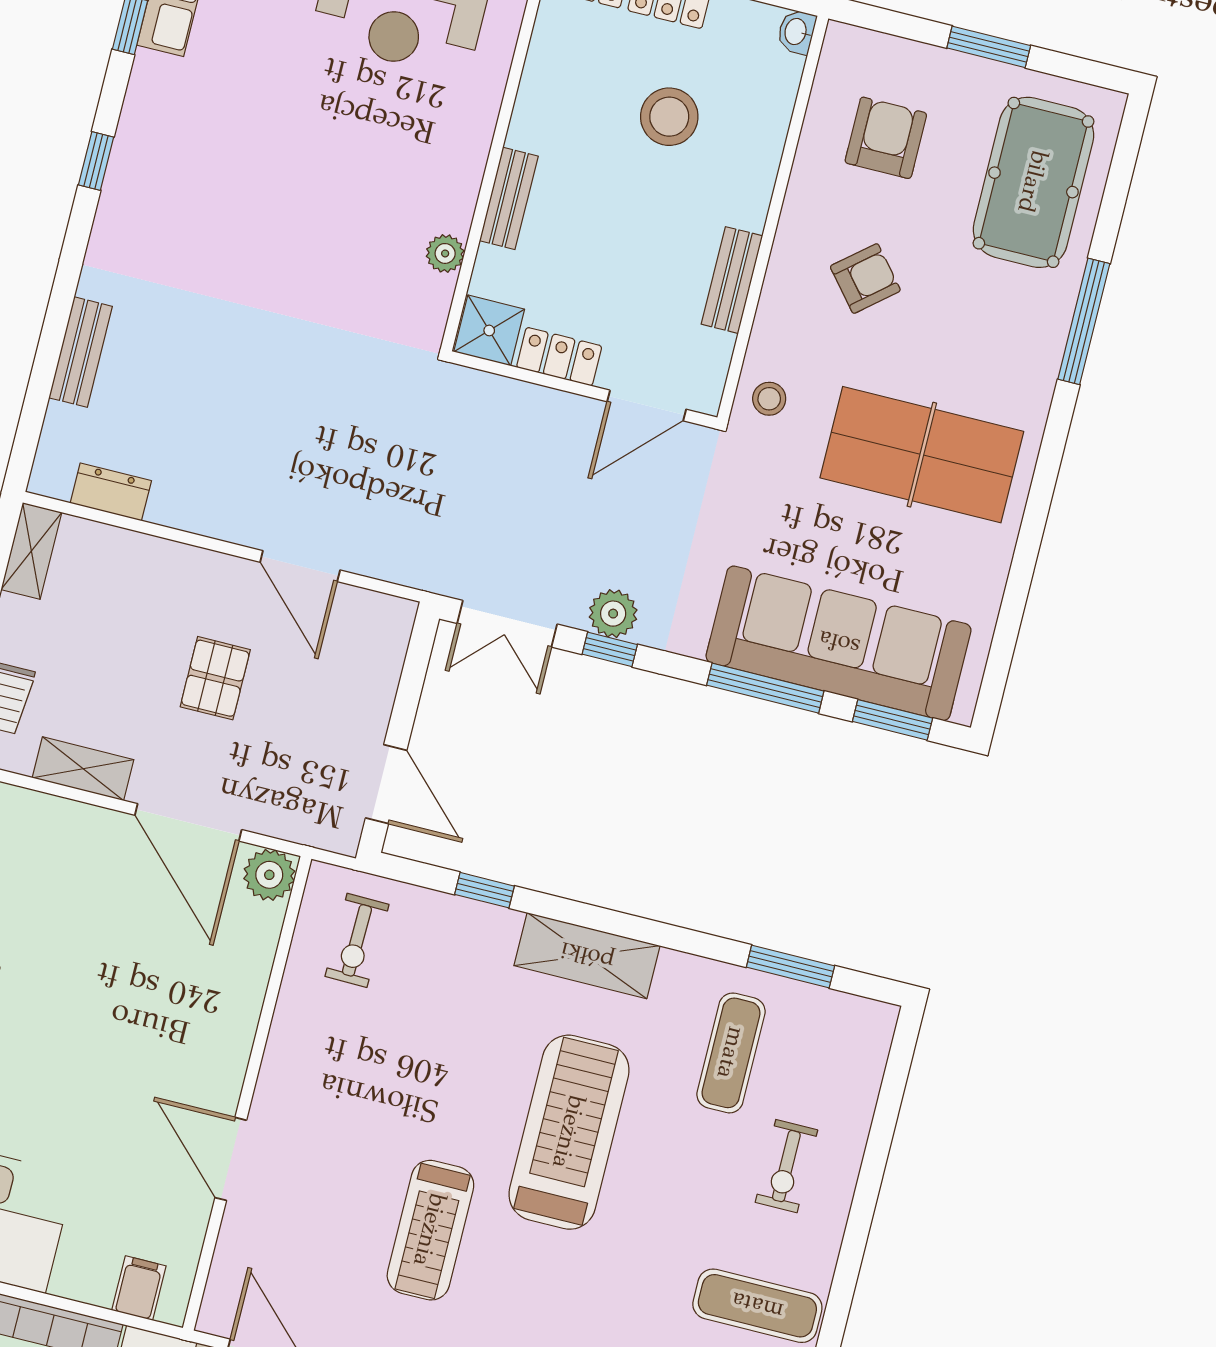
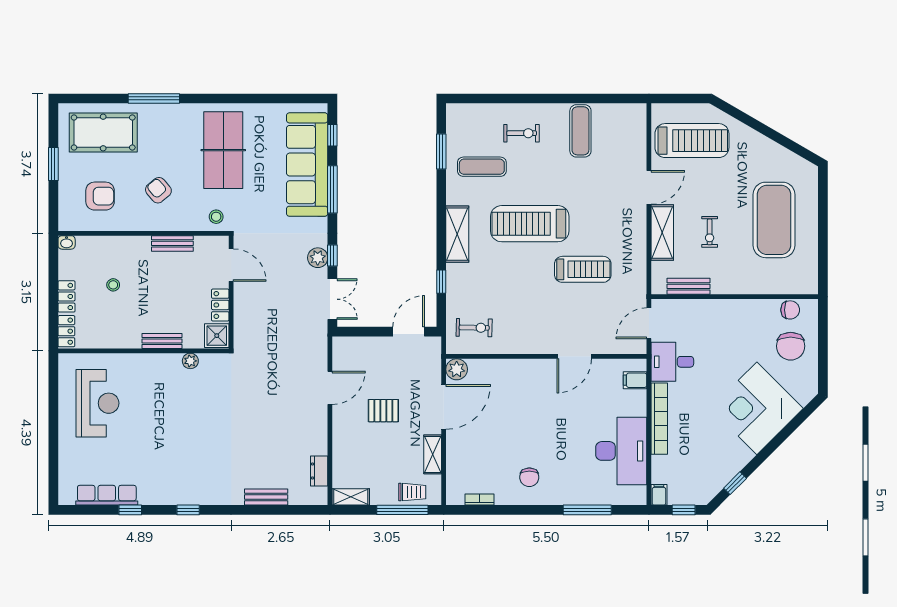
stool: (669, 117) -> (113, 285), width x0.53, depth x0.53
armchair: (886, 138) -> (100, 196), turned 180
window: (892, 720) -> (332, 135), width x0.67

